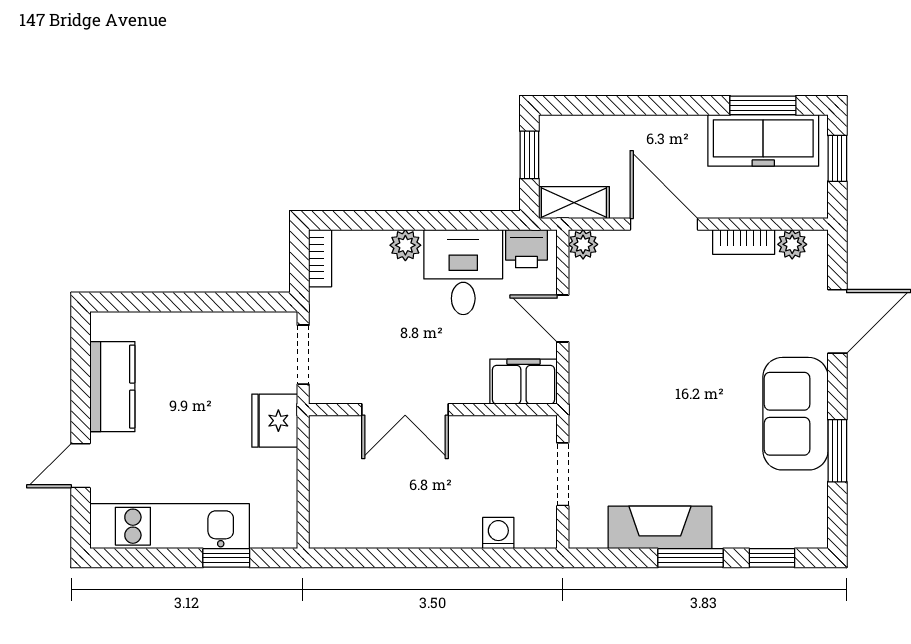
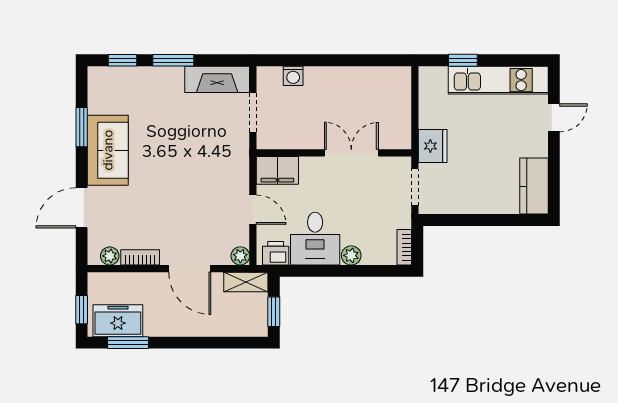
freezer: (763, 140) -> (118, 321), width x0.71
kitchen counter: (112, 387) -> (534, 186), moved
fireplace: (660, 527) -> (217, 79), moved

